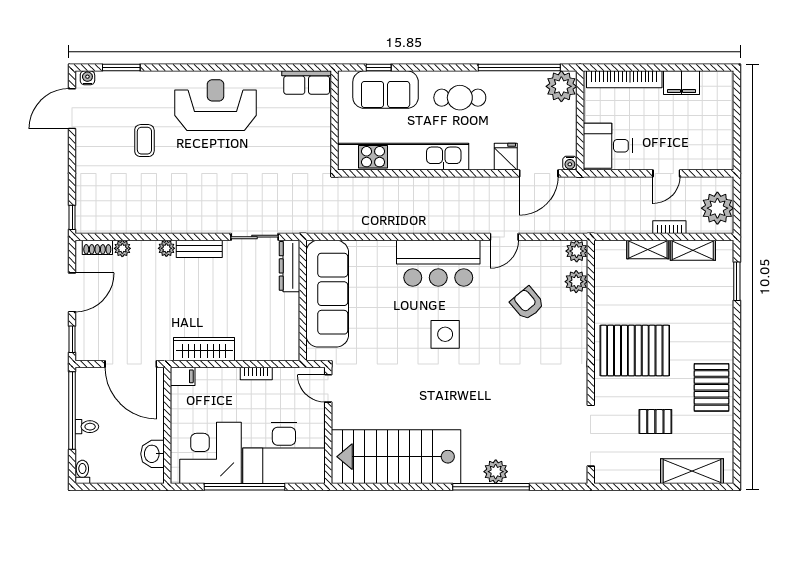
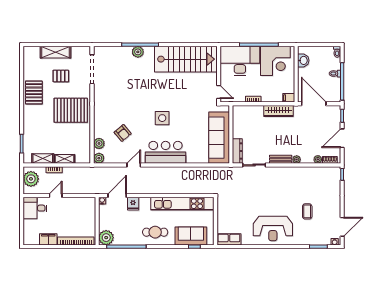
desk: (608, 146) -> (35, 208), moved, turned 180
shelving: (692, 471) -> (55, 52), moved

